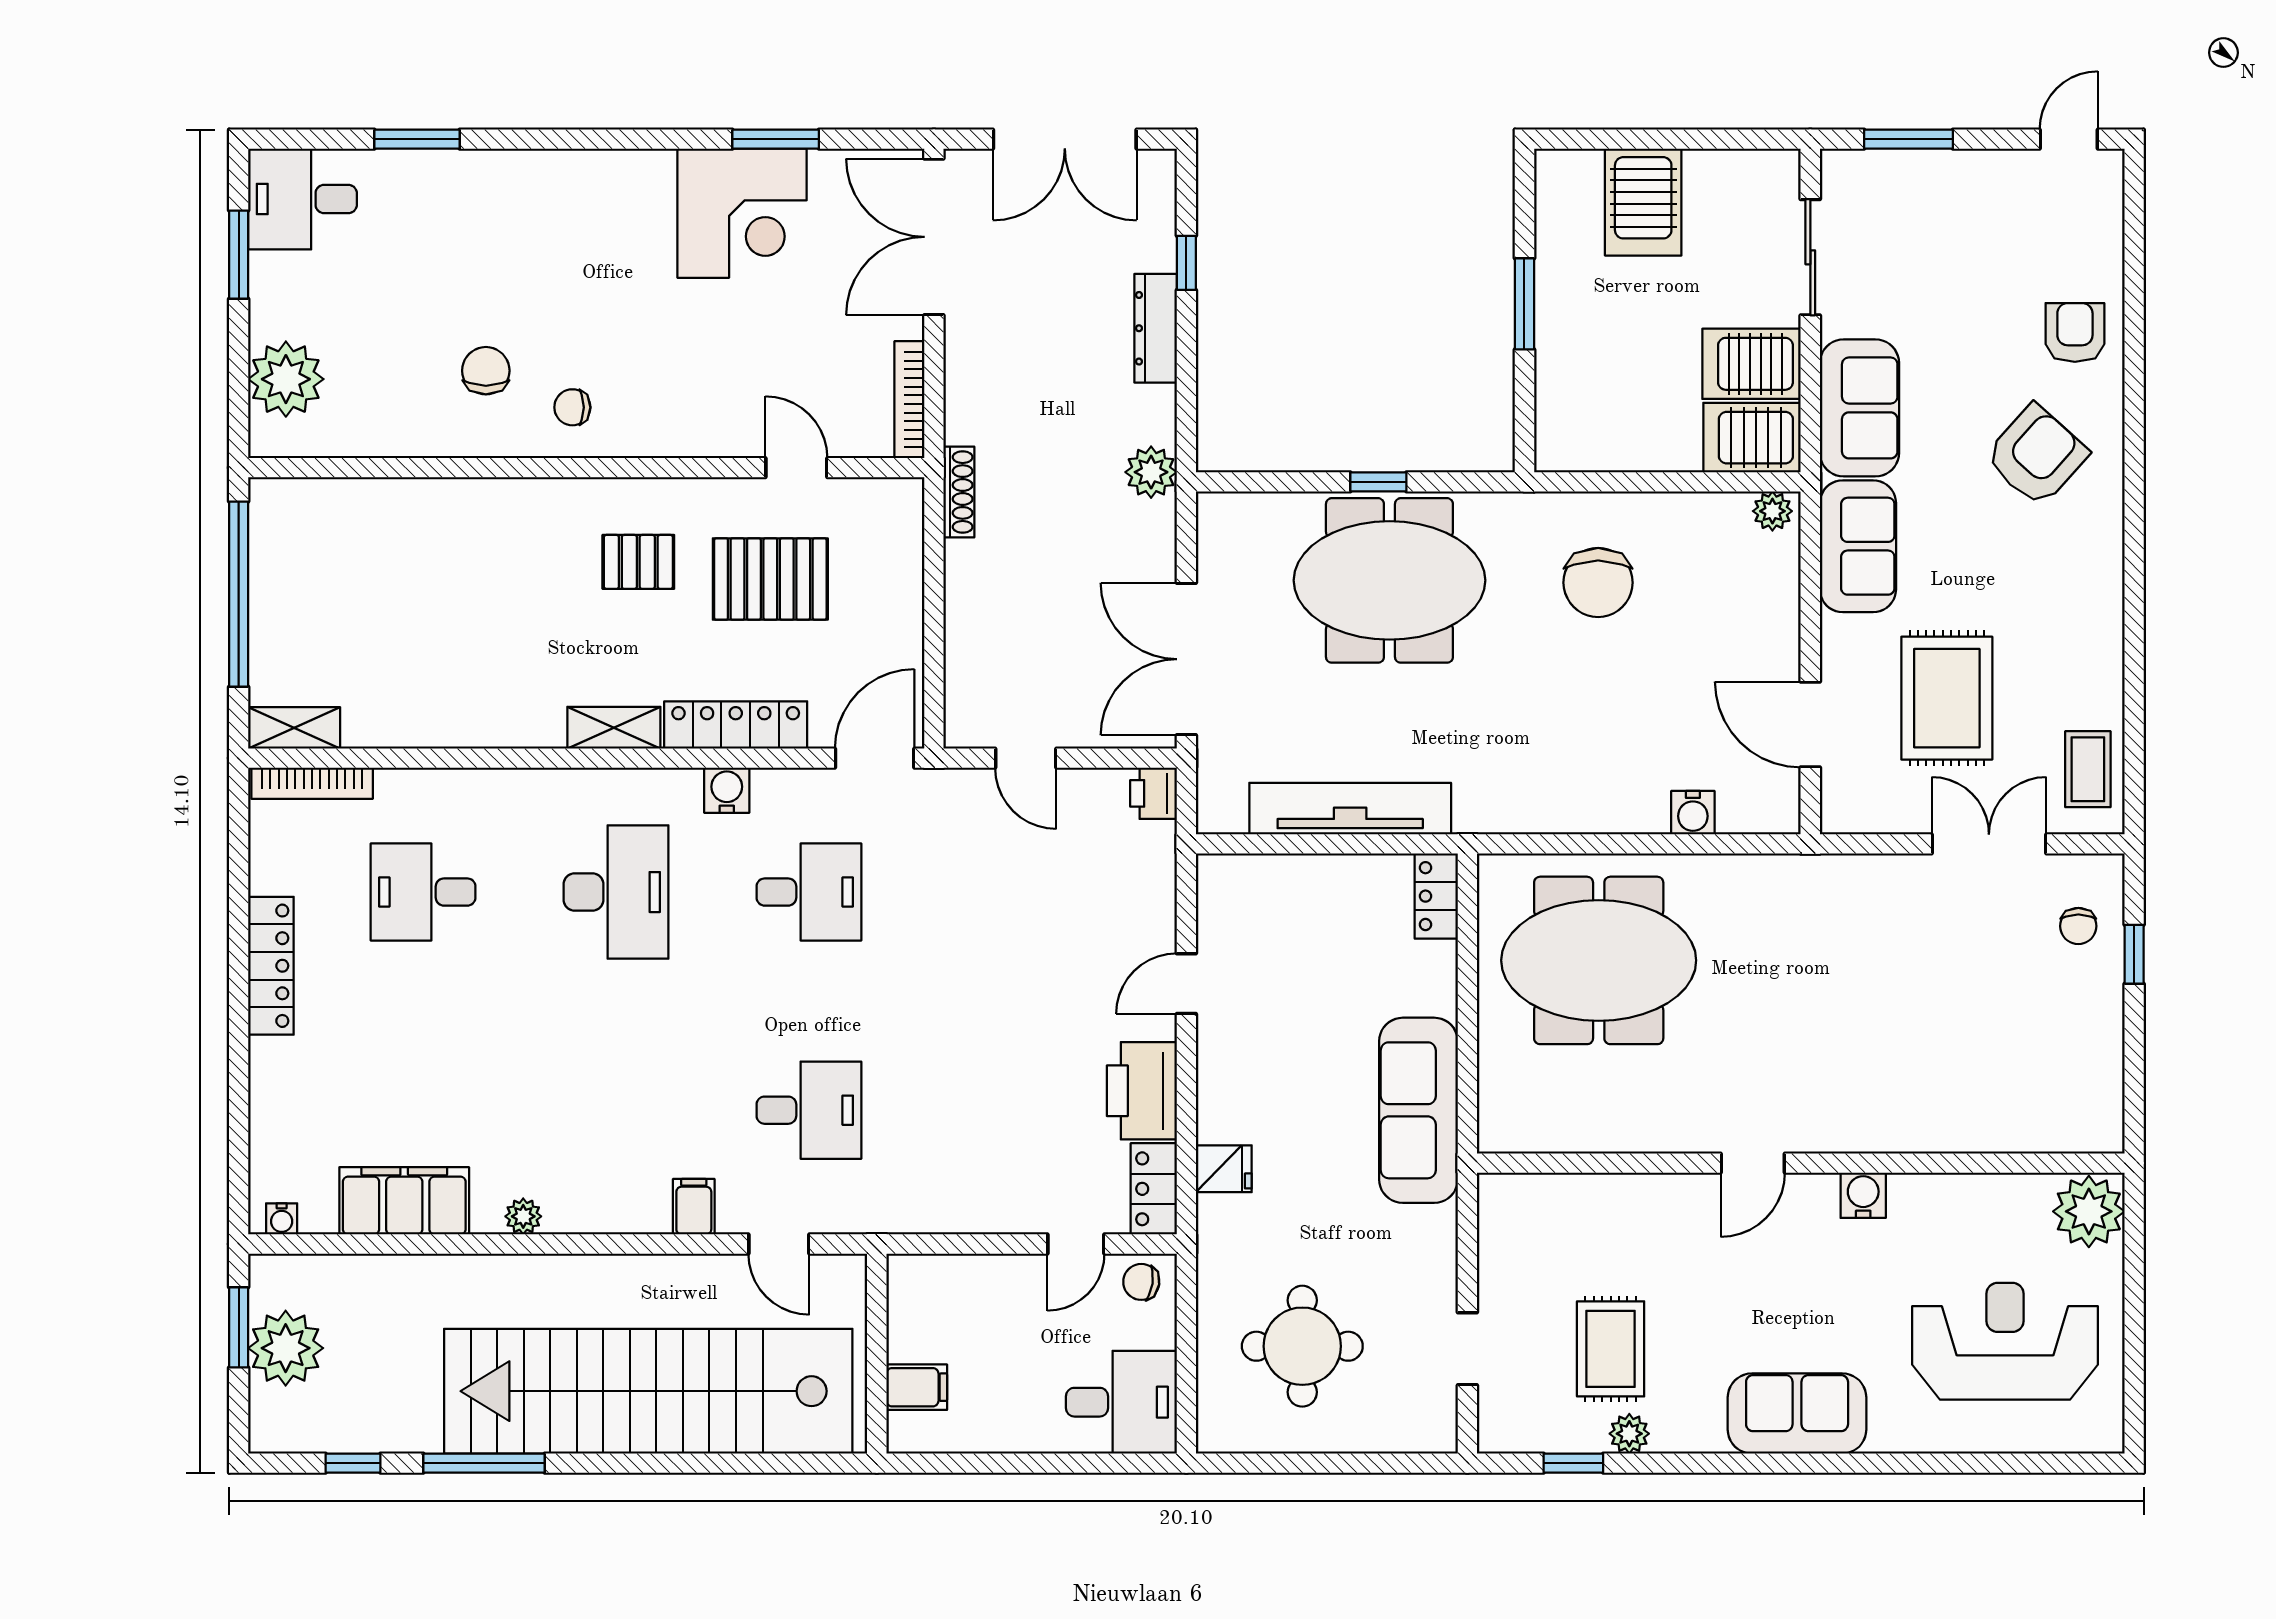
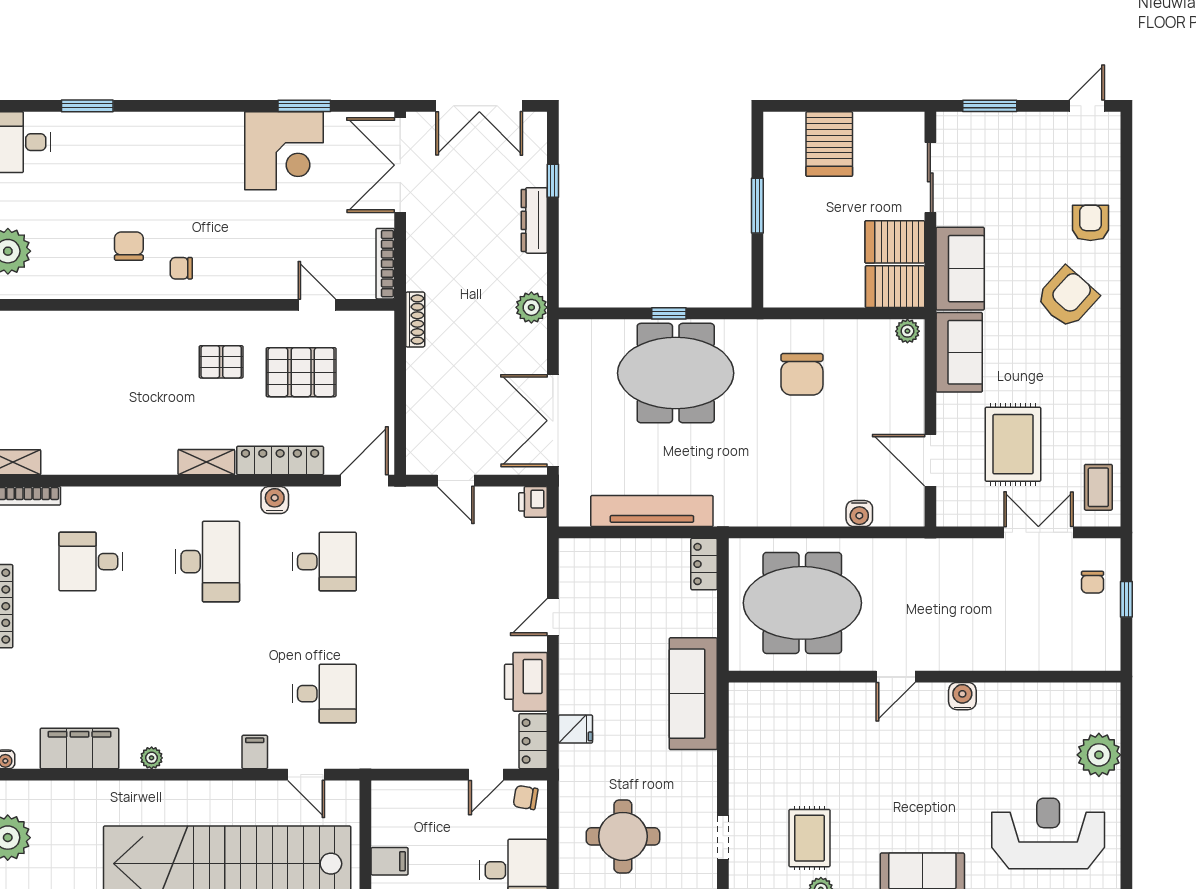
door: (1753, 1163) -> (896, 677), moved
wall: (1801, 1163) -> (925, 677), moved
water cooler: (1863, 1195) -> (962, 696), moved

